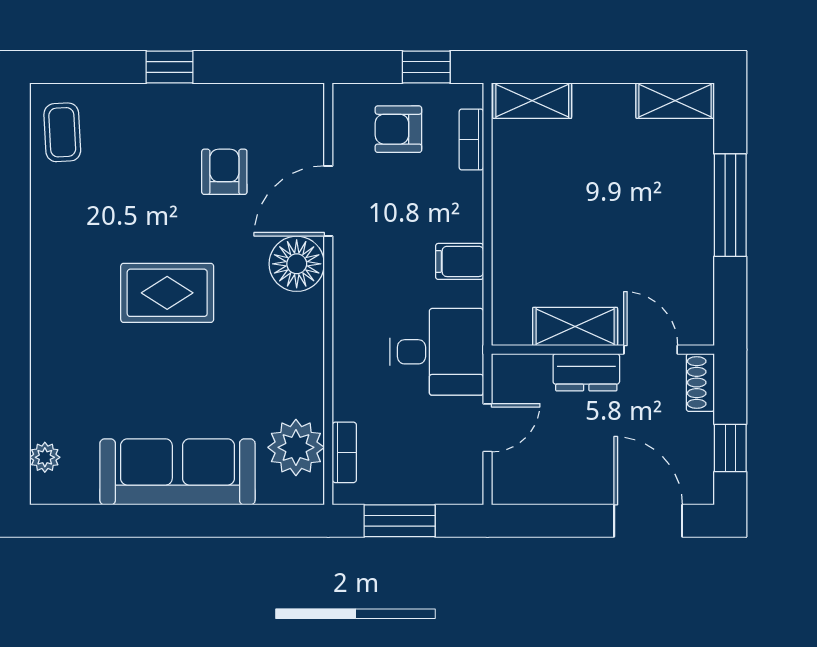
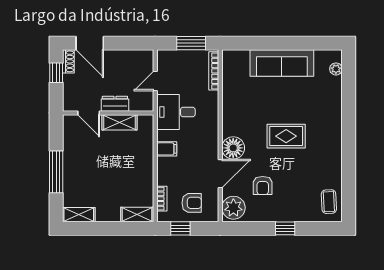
shoe rack: (700, 383) -> (68, 61), moved
plant: (296, 447) -> (233, 208), moved
bookcase: (344, 452) -> (214, 71), width x1.56

